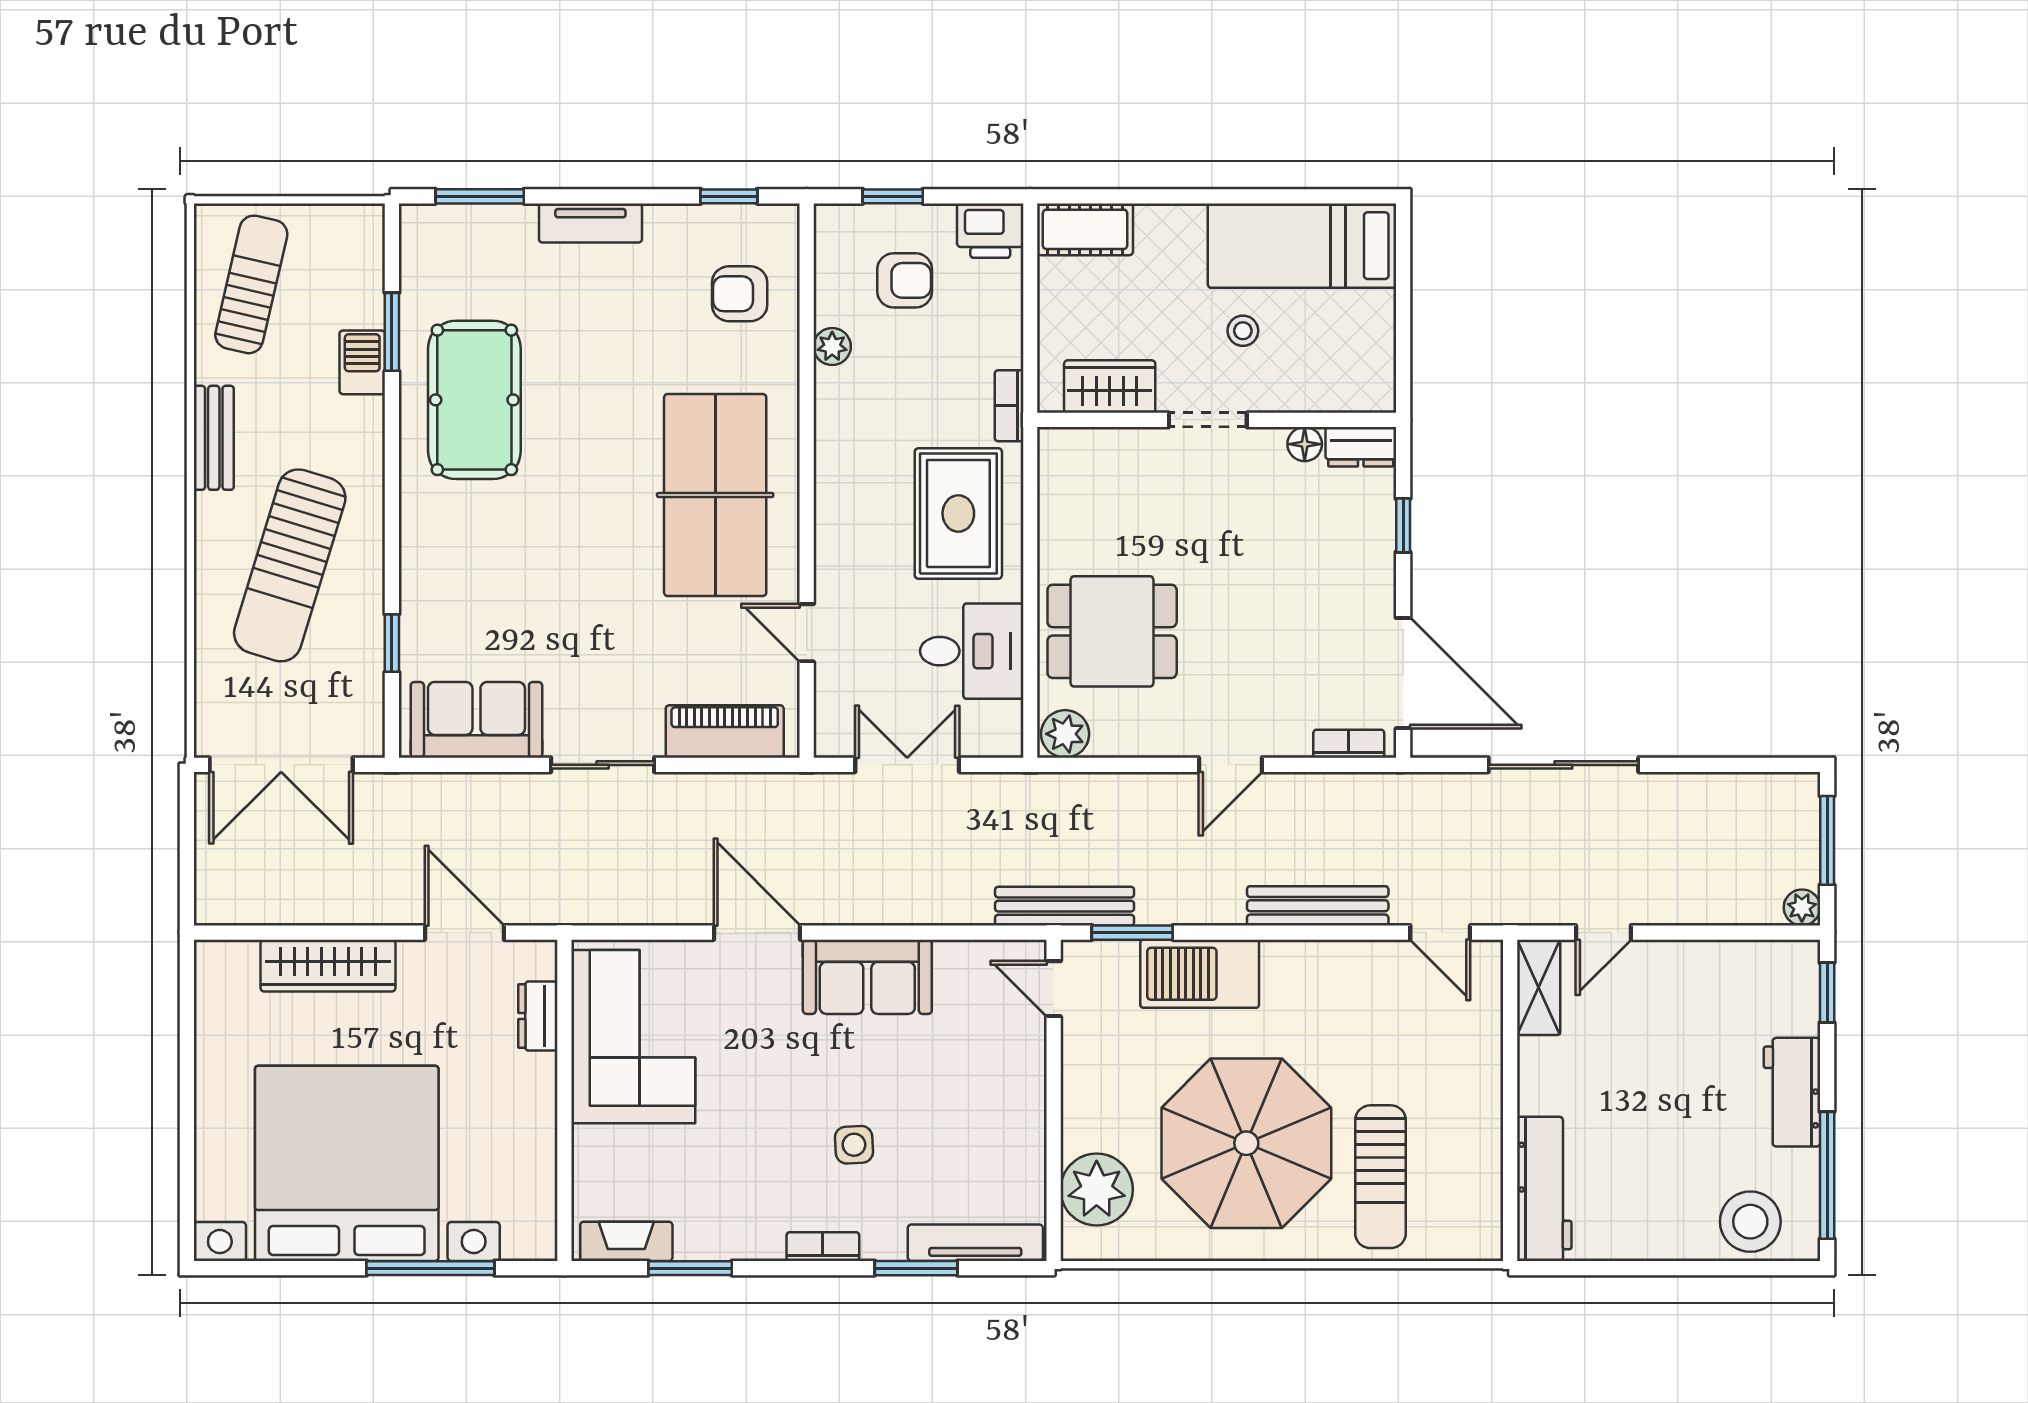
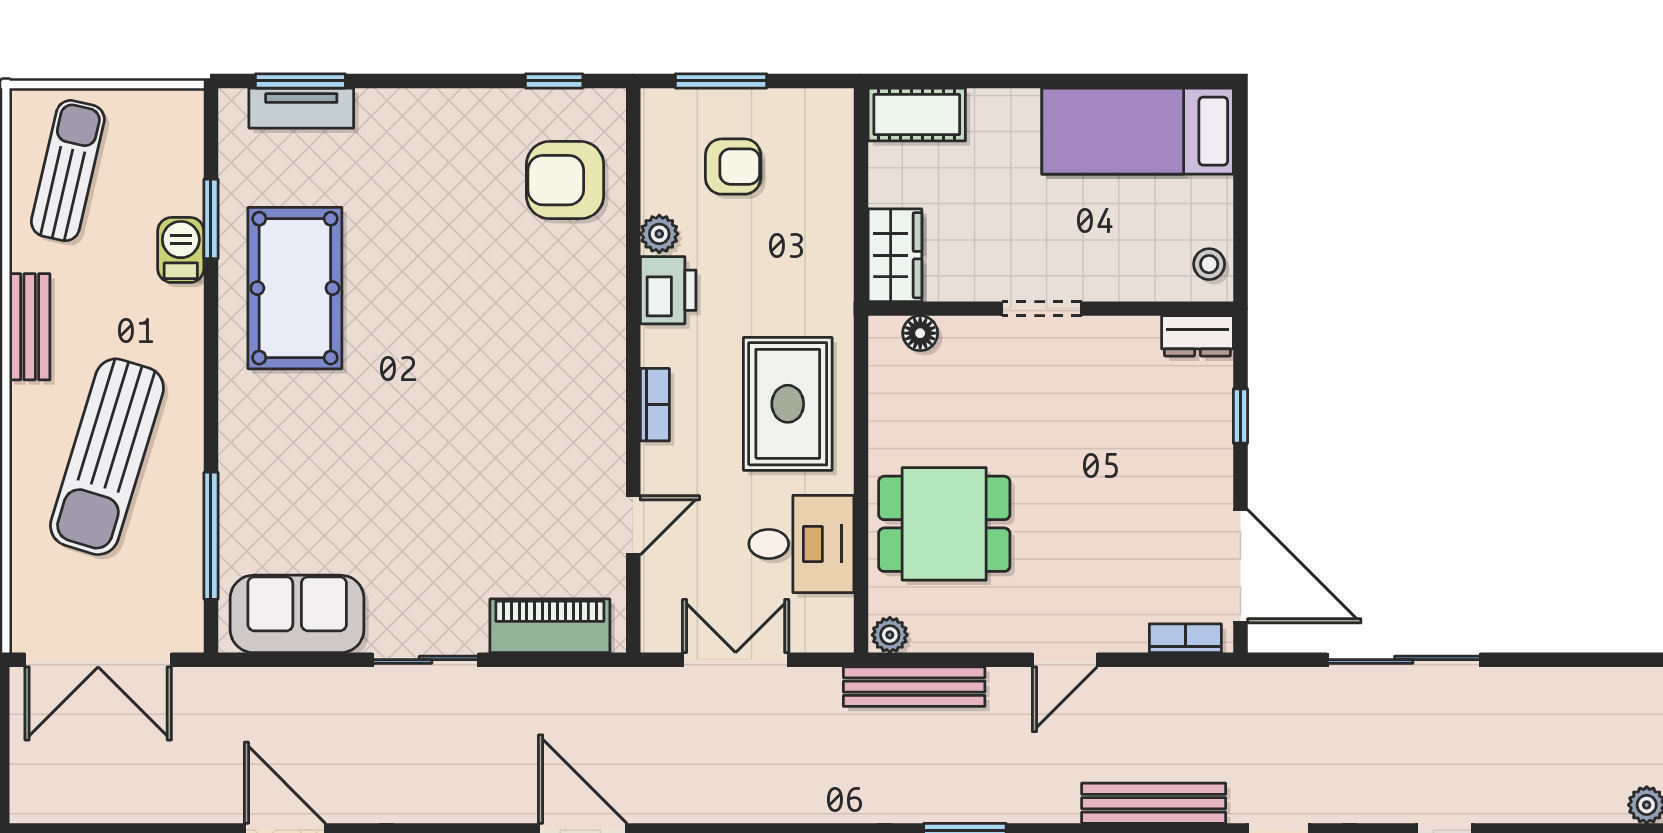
window: (893, 196) -> (721, 81), width x1.50
tv unit: (590, 223) -> (301, 108), moved
printer: (990, 231) -> (668, 290), moved, turned -90
armchair: (740, 294) -> (565, 180), width x1.38, depth x1.38
stool: (1243, 331) -> (1209, 264), moved
wardrobe: (1110, 387) -> (895, 255), moved, turned 90
bookcase: (1009, 406) -> (655, 405), moved, turned 180
floor lamp: (1305, 444) -> (920, 333), moved
table tennis table: (715, 495) -> (540, 385), removed
door: (807, 633) -> (633, 525), swing flipped
window: (392, 643) -> (211, 536), width x2.17
plant: (1065, 734) -> (890, 635), width x0.73, depth x0.73
bench: (1065, 906) -> (914, 687), moved

